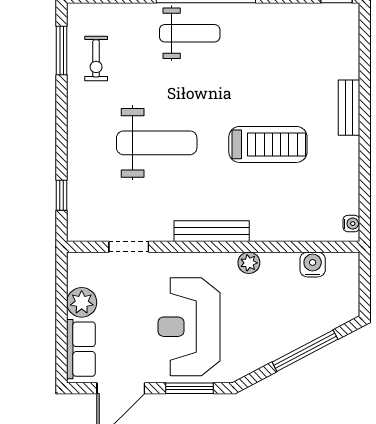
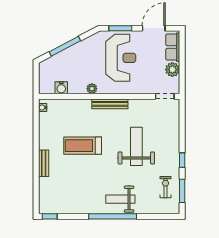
weight bench: (157, 143) -> (136, 146), turned 90
window: (62, 195) -> (182, 160), moved
doorway: (129, 247) -> (165, 96), moved

